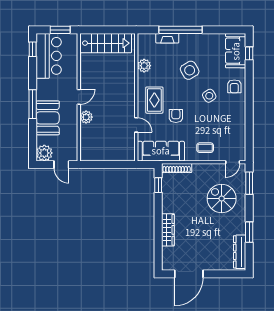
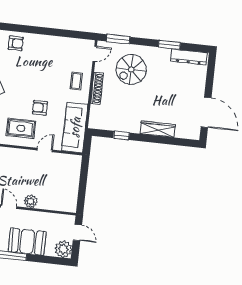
side table: (209, 96) -> (23, 71), removed
door: (233, 162) -> (95, 54), hinge flipped
door: (61, 165) -> (77, 233), hinge flipped
shoe rack: (177, 168) -> (97, 88), moved
window: (158, 185) -> (121, 135), moved

